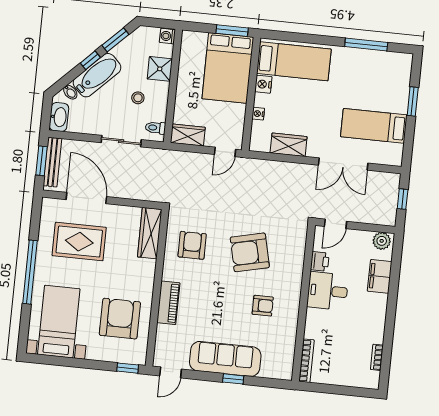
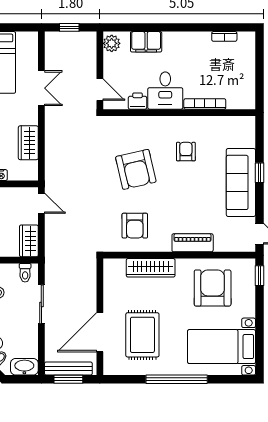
double door: (343, 164) -> (41, 88), width x0.73
wardrobe: (150, 233) -> (151, 268), moved
armchair: (192, 245) -> (135, 226), turned -90
armchair: (120, 319) -> (213, 288), turned 90
bookcase: (306, 361) -> (205, 104), moved

